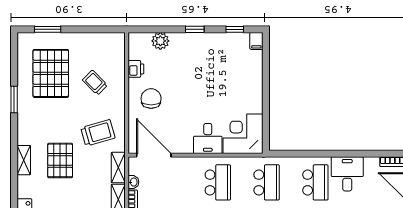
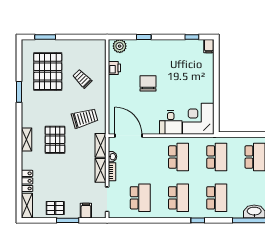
window: (195, 29) -> (144, 37), moved
plant: (160, 41) -> (120, 46), moved
chair: (151, 99) -> (148, 83), moved

